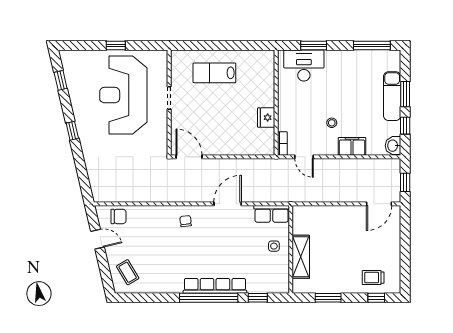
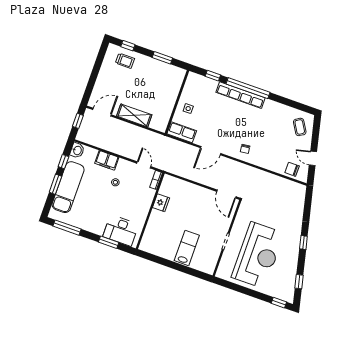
window: (116, 46) -> (279, 303), moved
lab bench: (214, 73) -> (187, 248), turned -90
exam couch: (392, 96) -> (68, 187), width x1.36, depth x1.45
shelving: (301, 257) -> (134, 115), moved, turned 90

